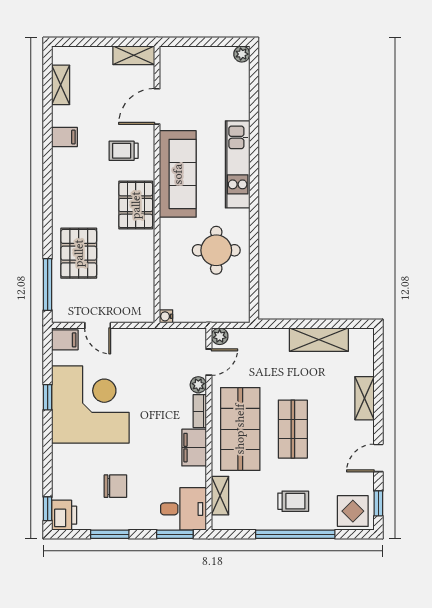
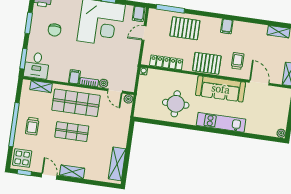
filing cabinet: (64, 137) -> (227, 26), moved
locker: (145, 278) -> (166, 62), added
shelving: (319, 340) -> (117, 164), moved
shelving: (364, 398) -> (72, 172), moved
filing cabinet: (194, 448) -> (74, 77), width x0.50

